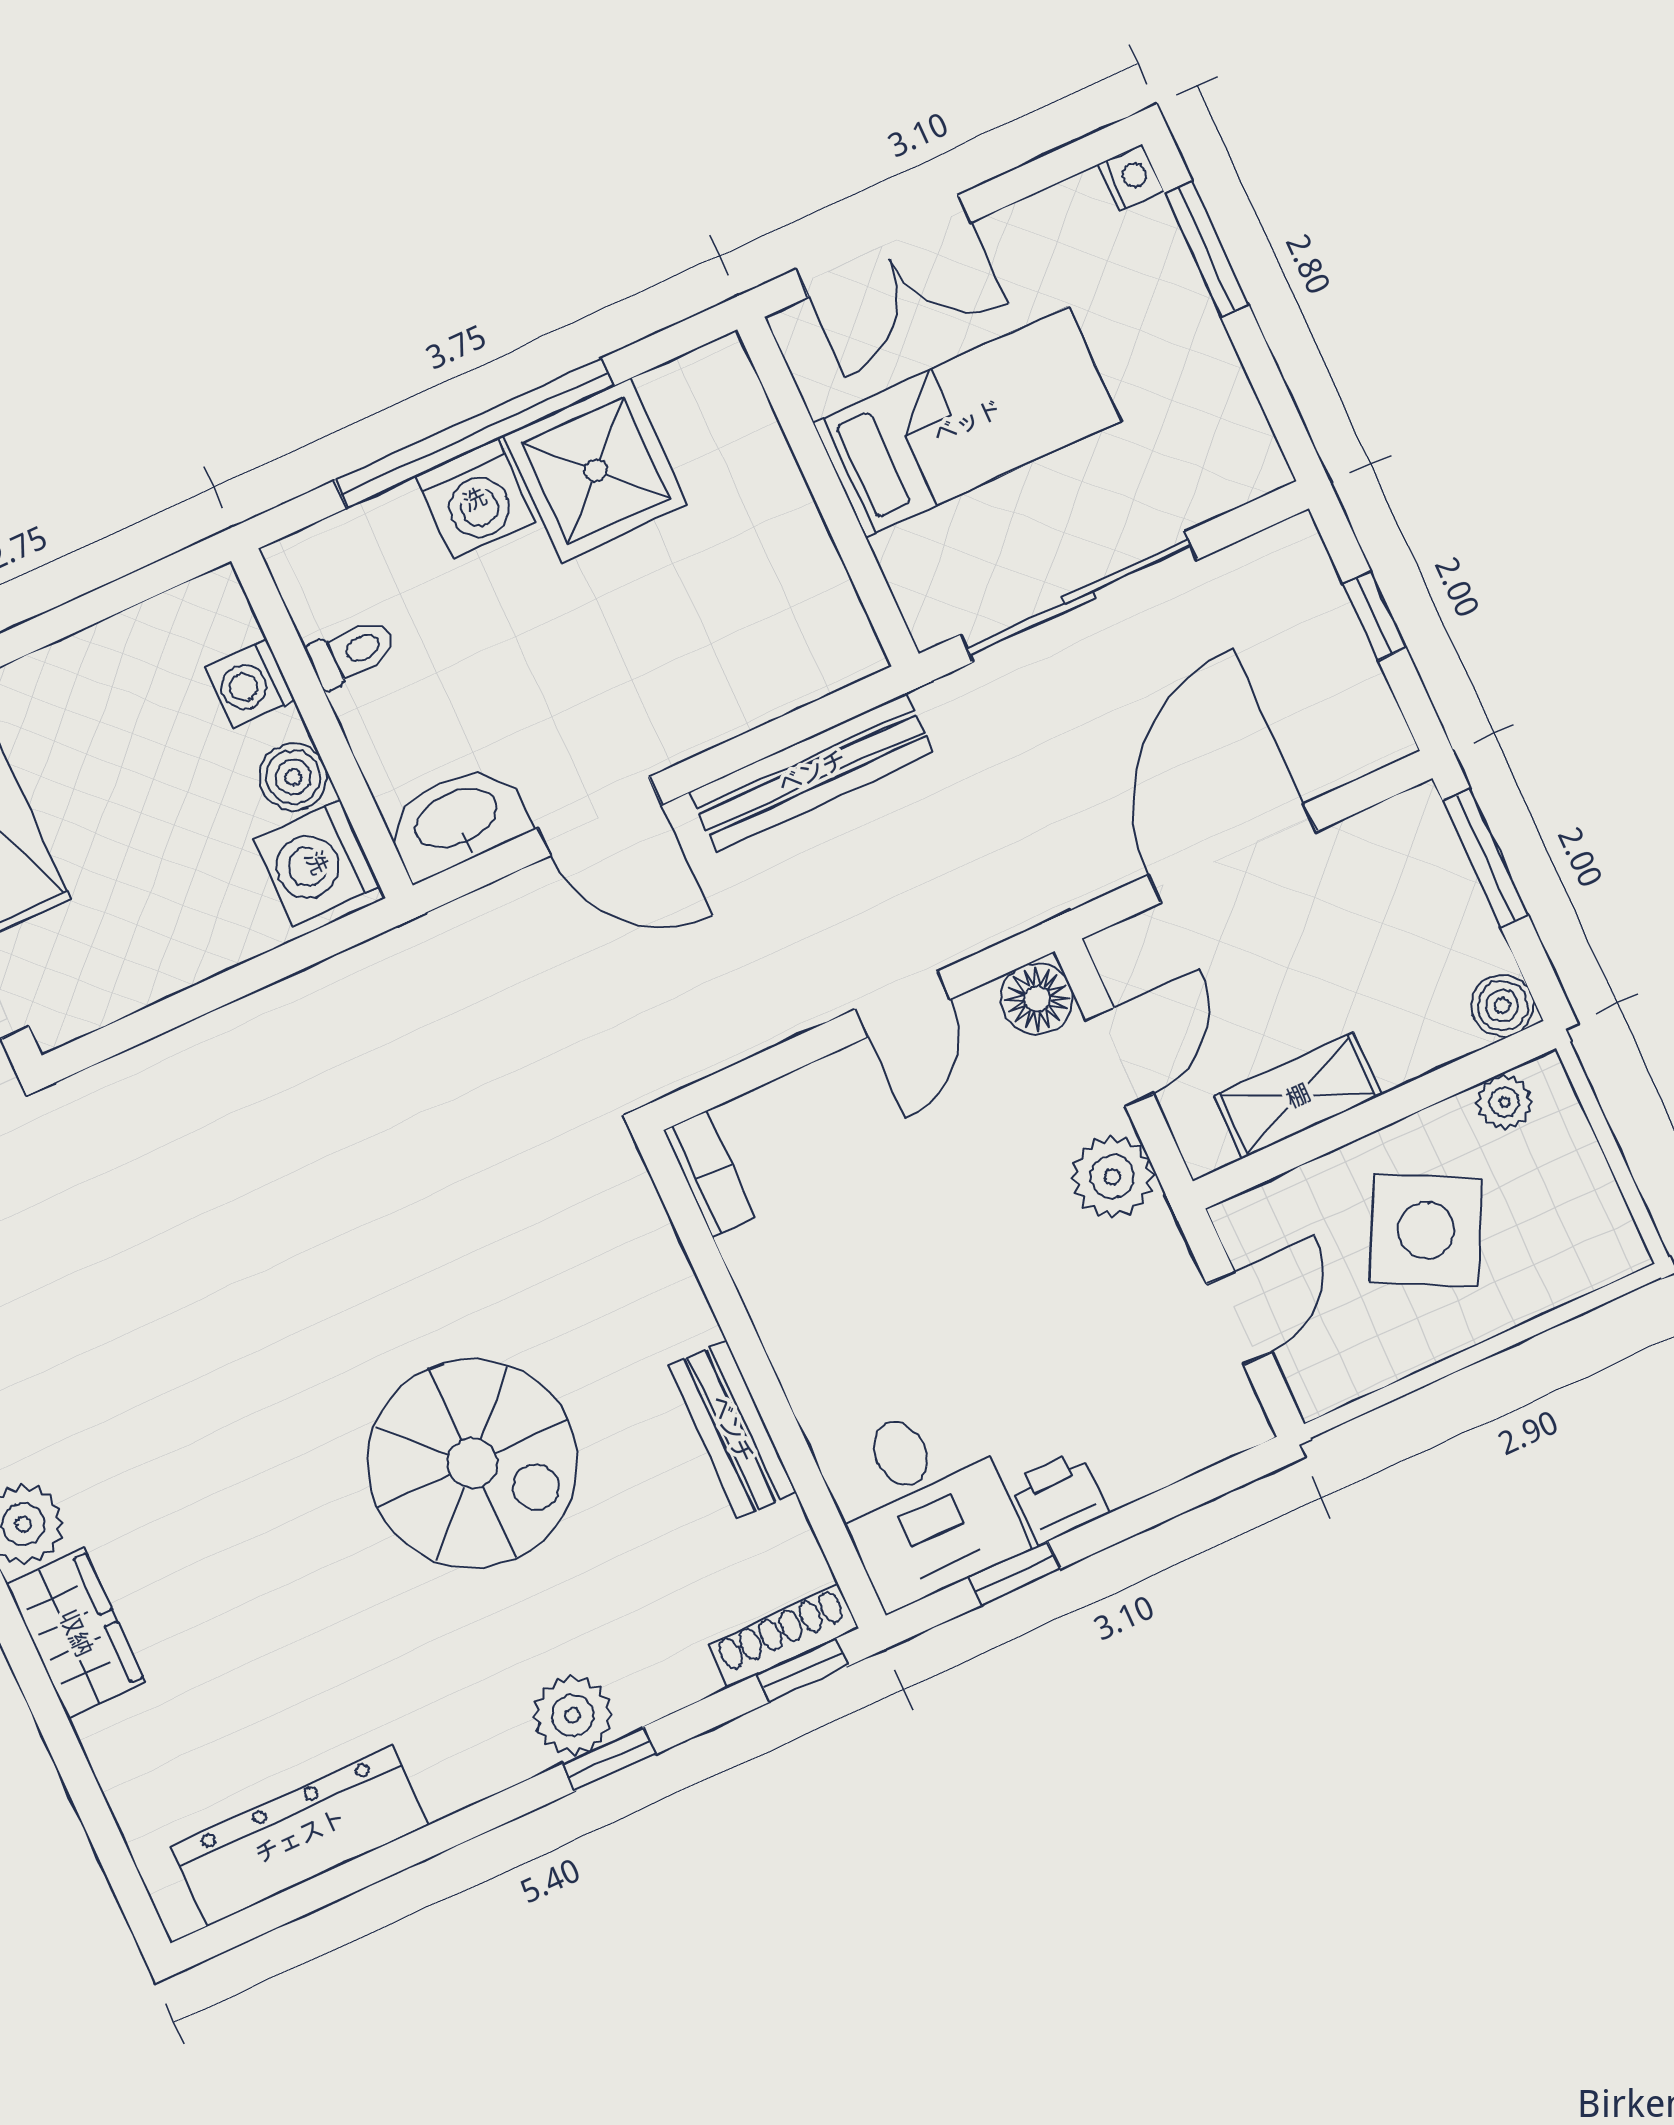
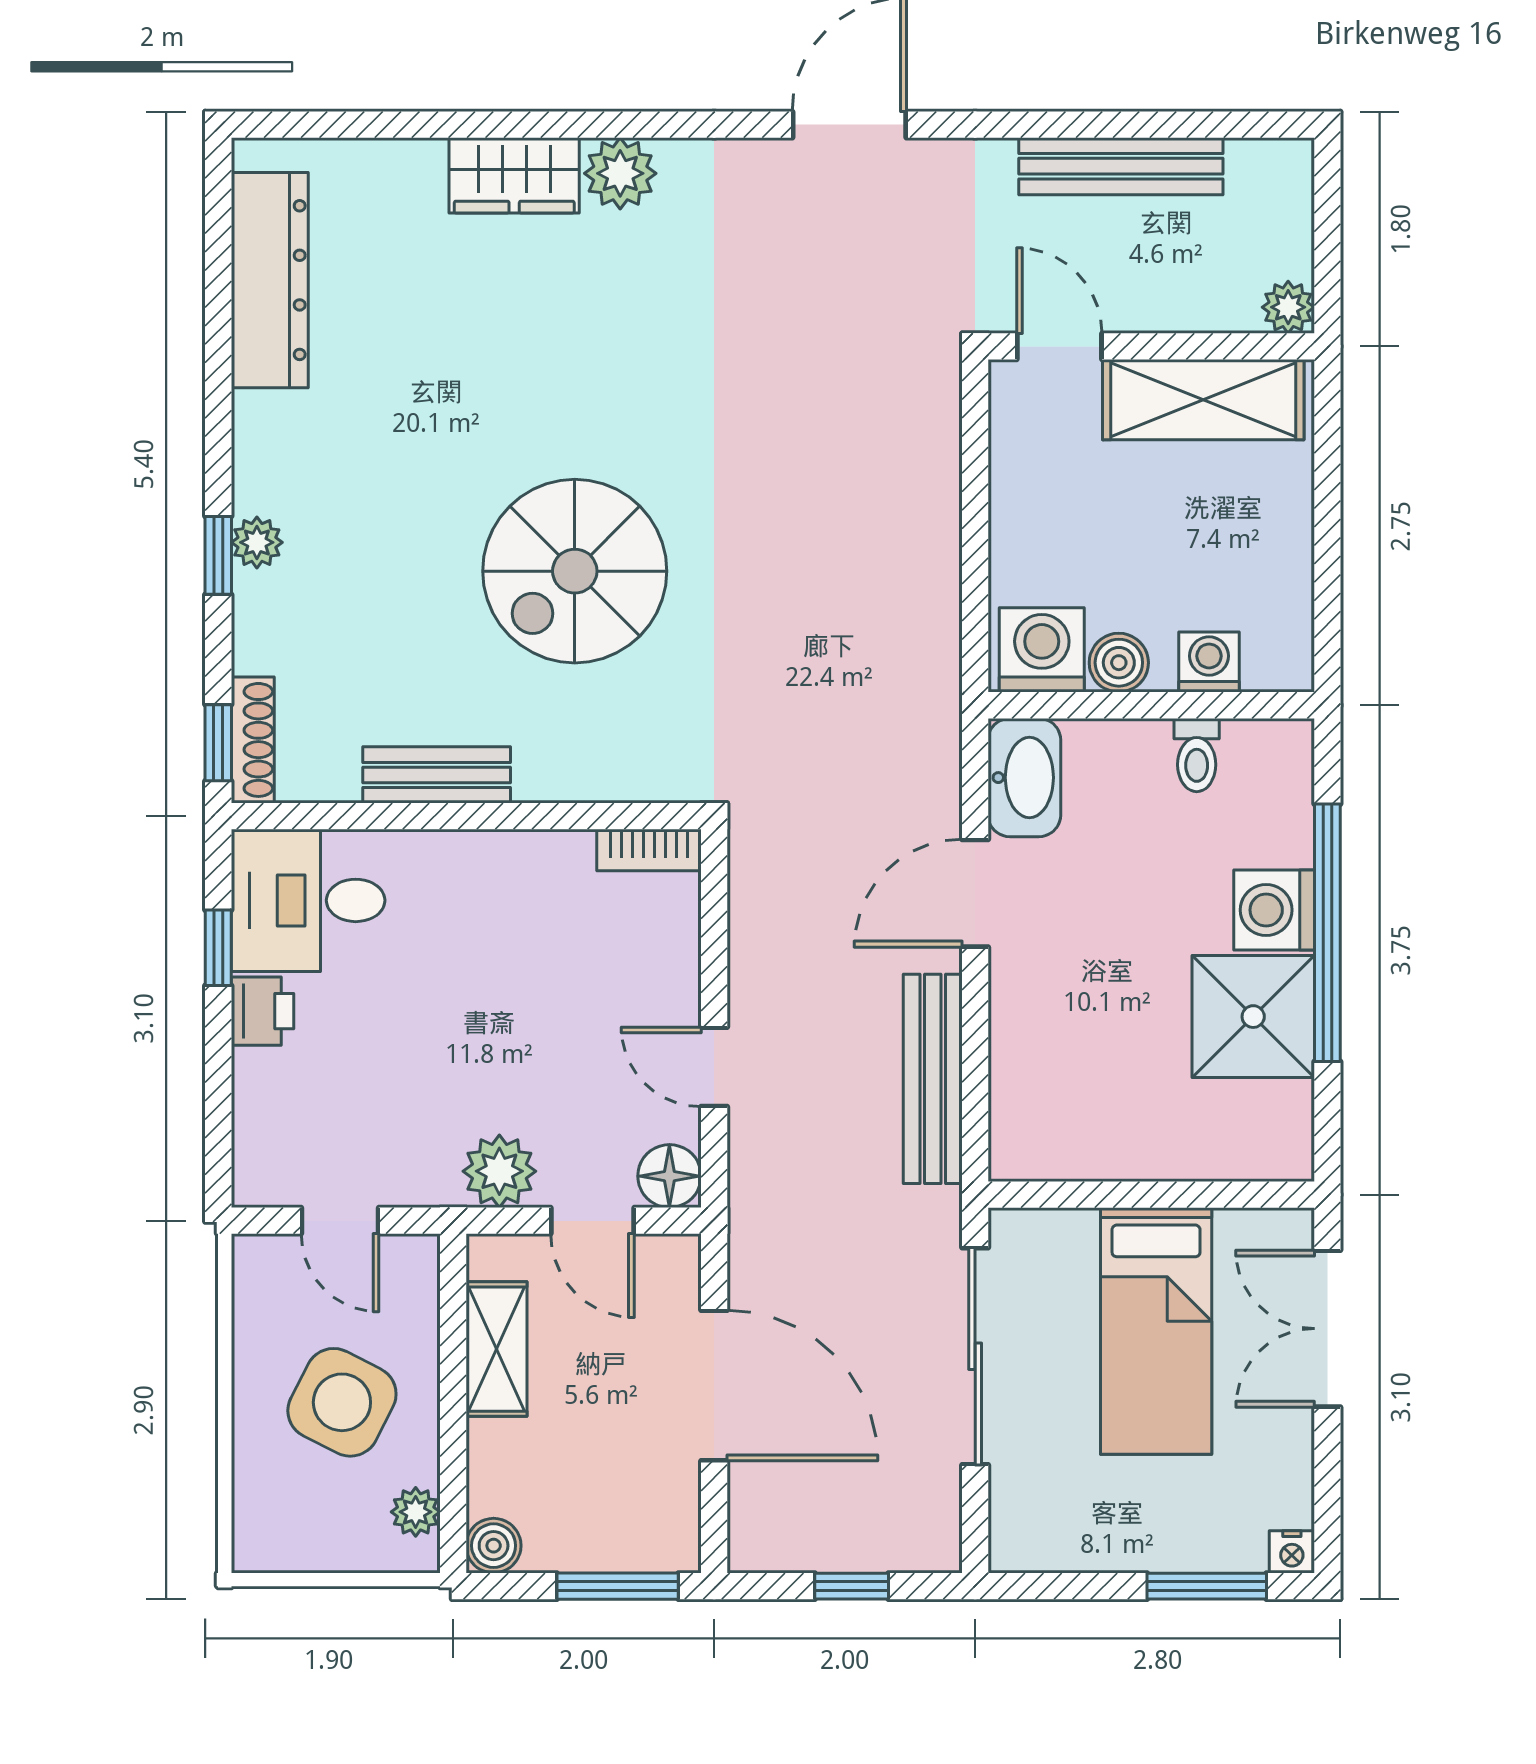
spiral stairs: (472, 1463) -> (575, 571), moved
plant: (573, 1715) -> (257, 542), width x0.73, depth x0.73

